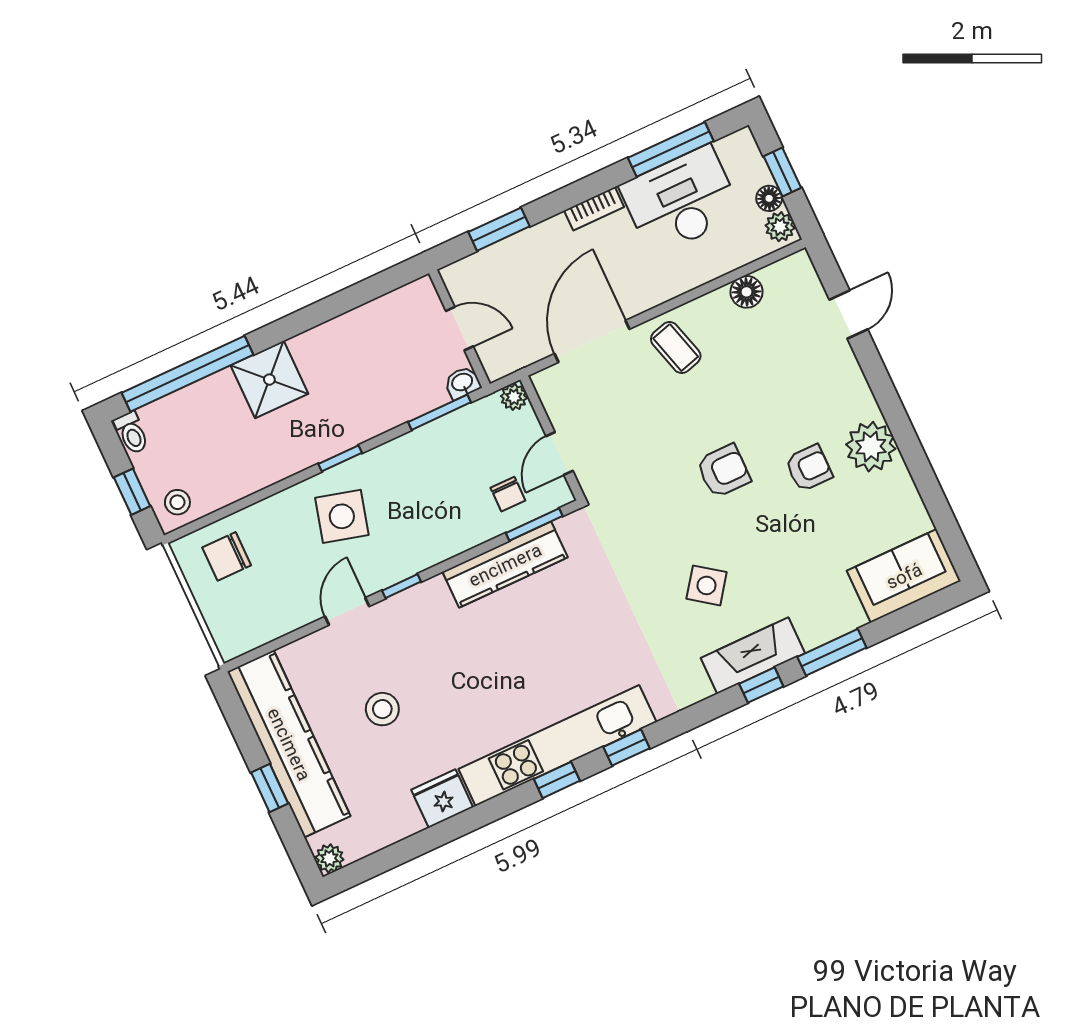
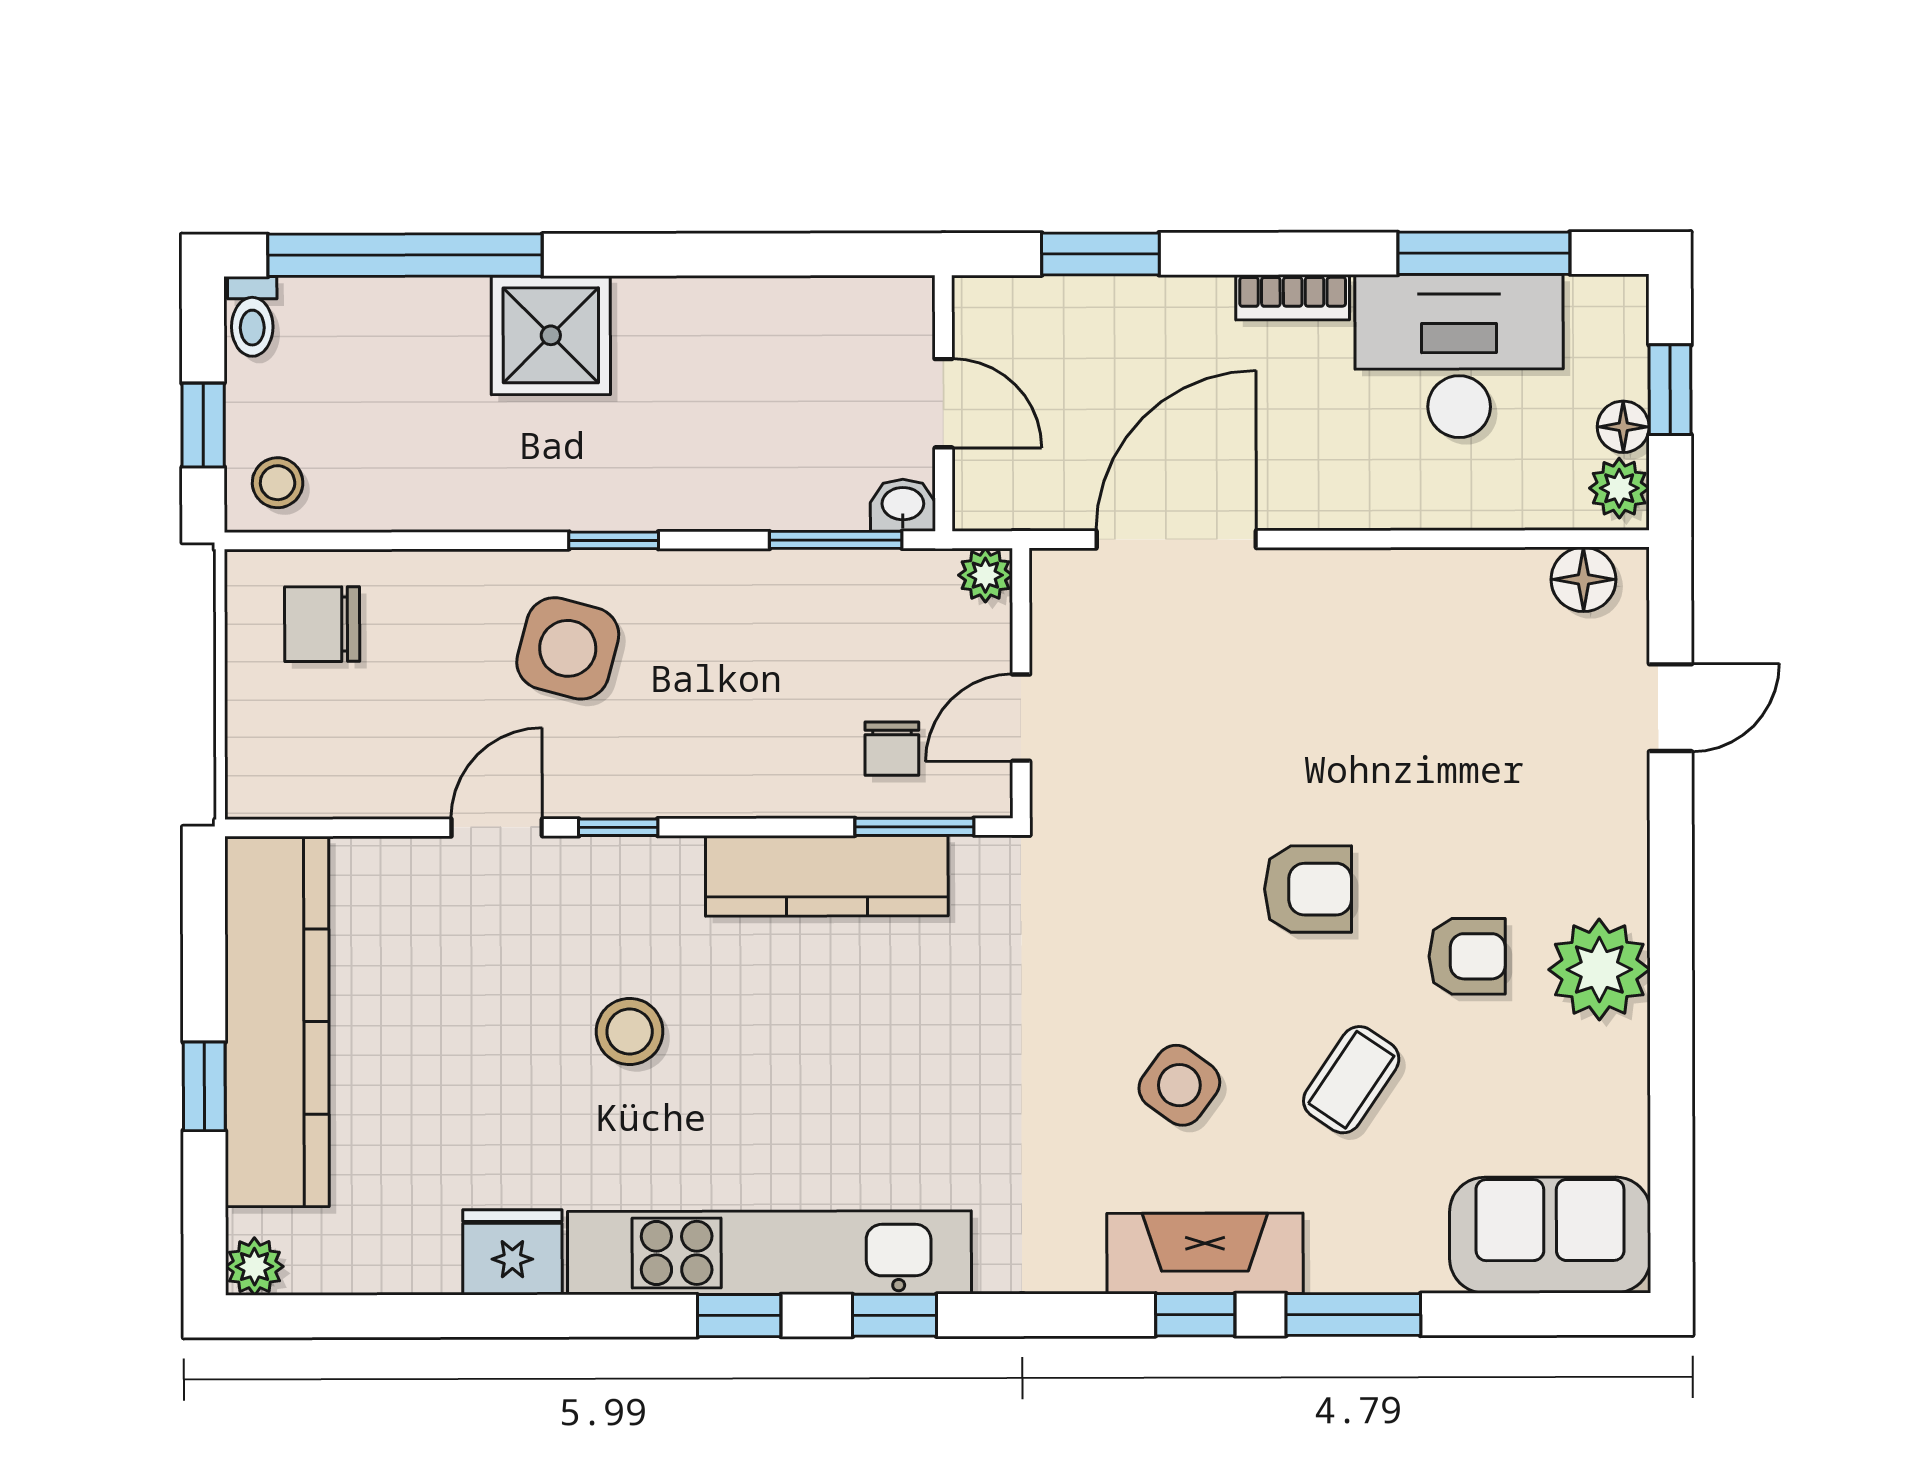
floor lamp: (747, 292) -> (1583, 579), moved
coffee table: (676, 348) -> (1351, 1080), moved, turned 50
stool: (382, 709) -> (630, 1031), moved

